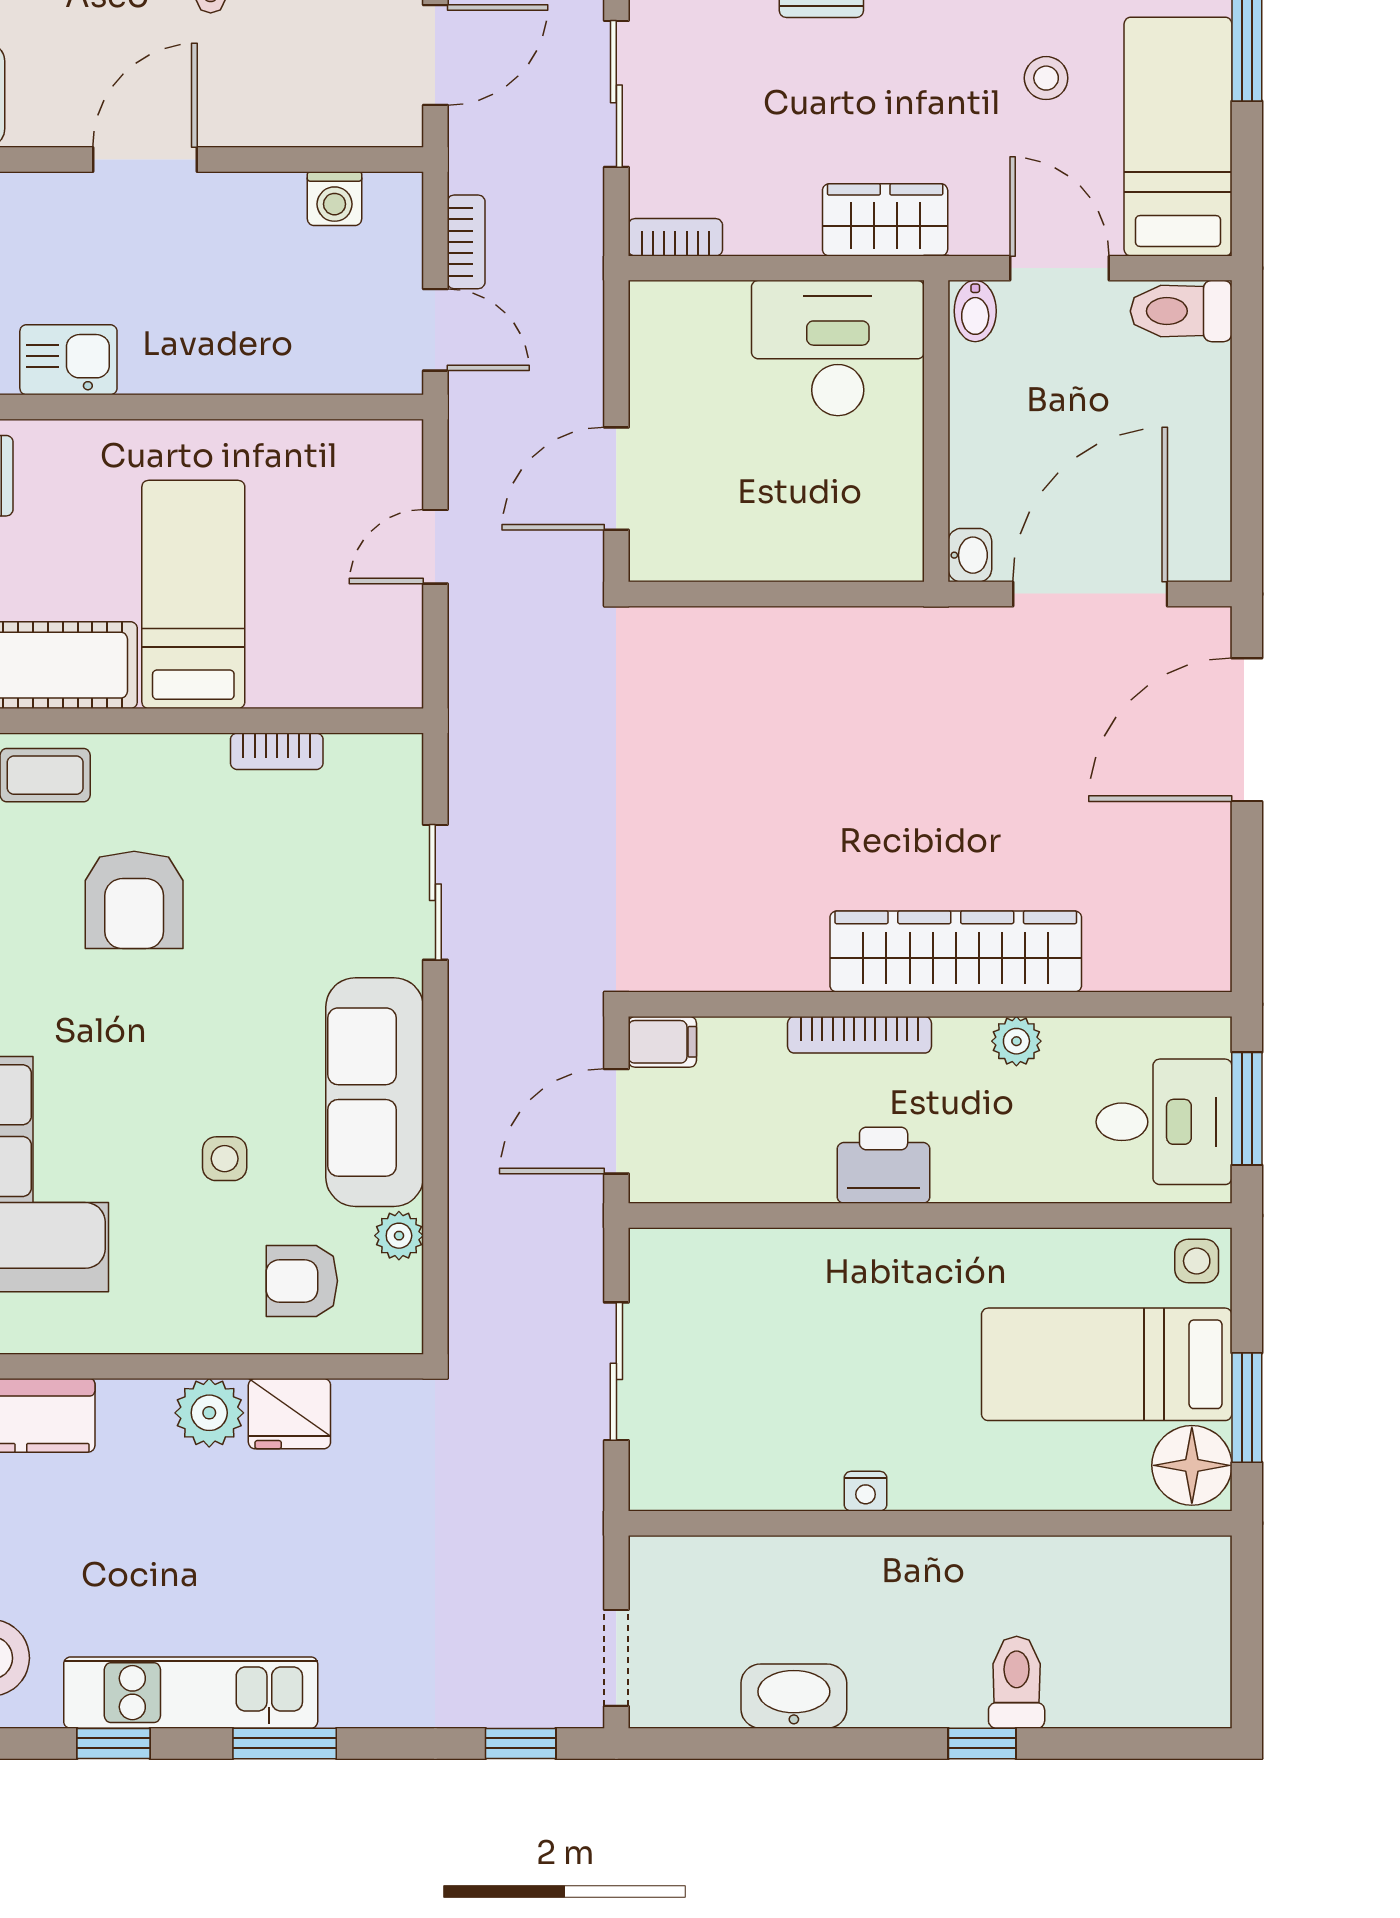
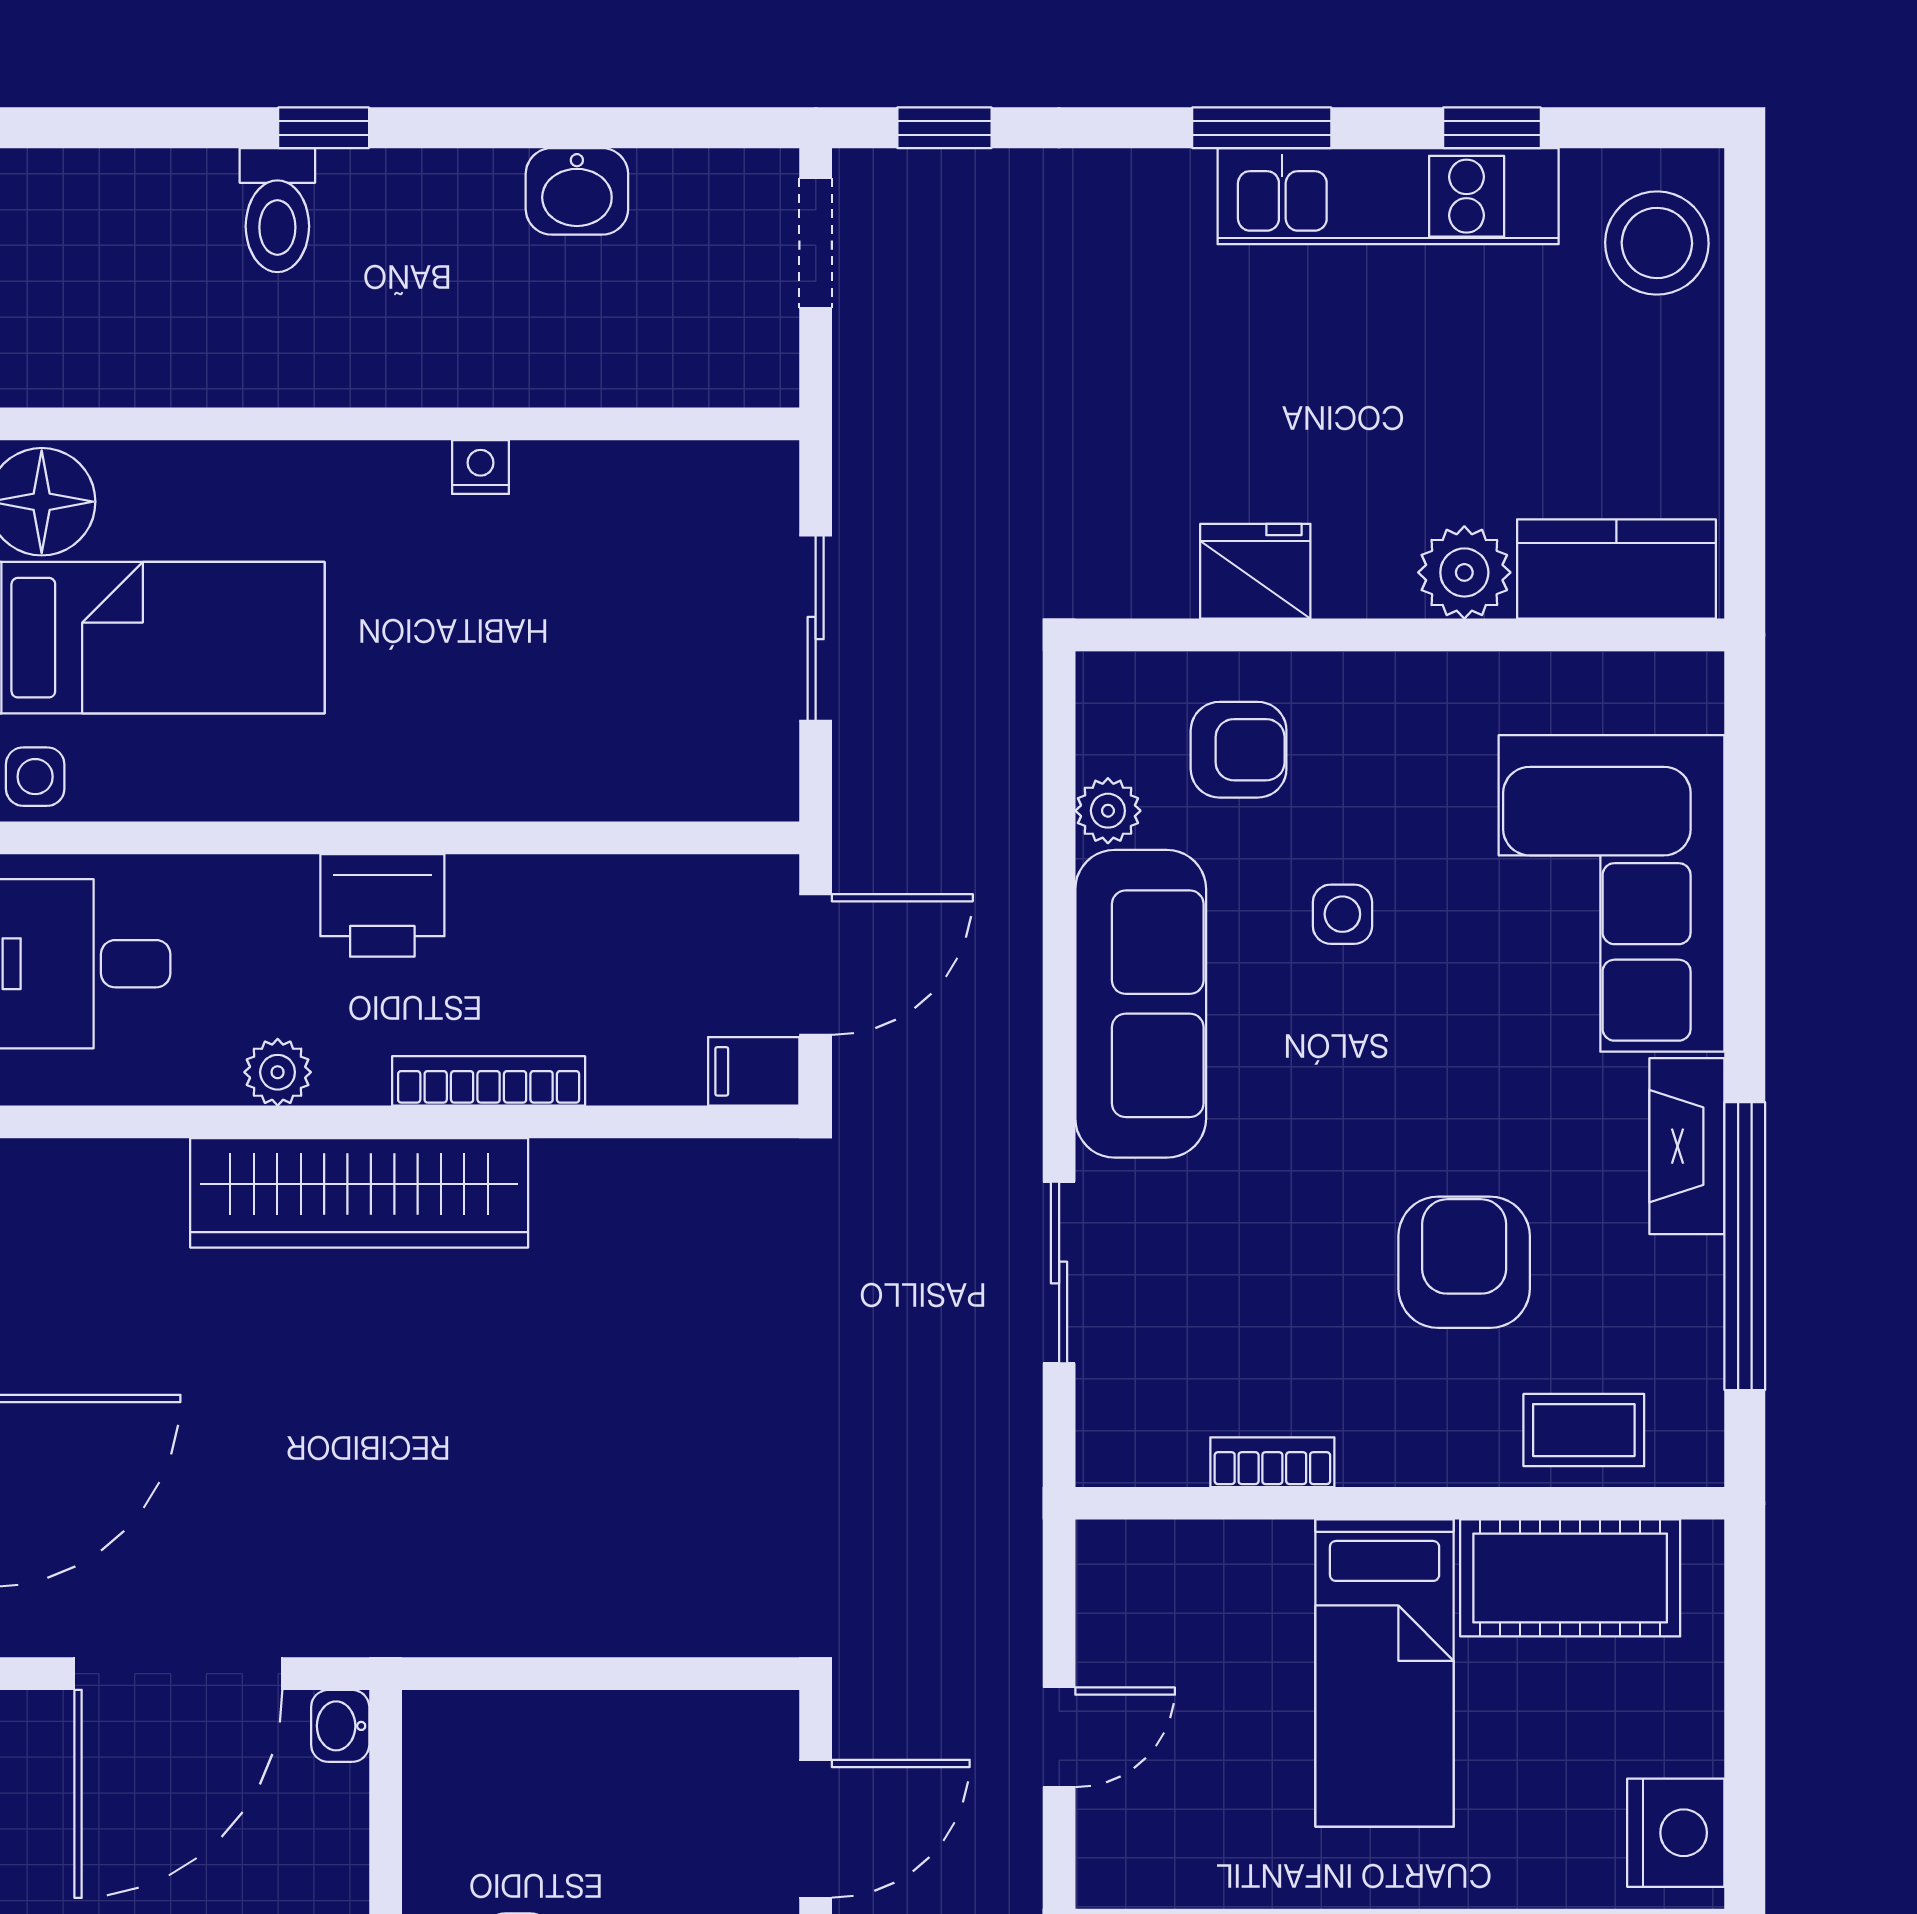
printer: (884, 1165) -> (382, 905), moved
plant: (209, 1413) -> (1464, 572), moved
washbasin: (794, 1696) -> (577, 191), width x0.72

